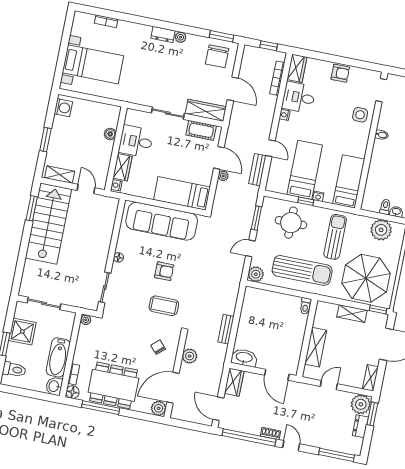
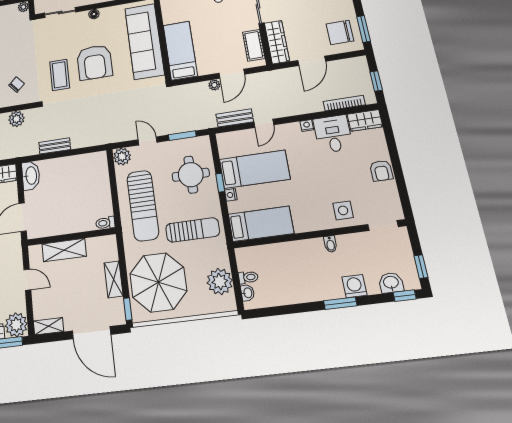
armchair: (164, 271) -> (95, 62), width x1.88, depth x1.88

